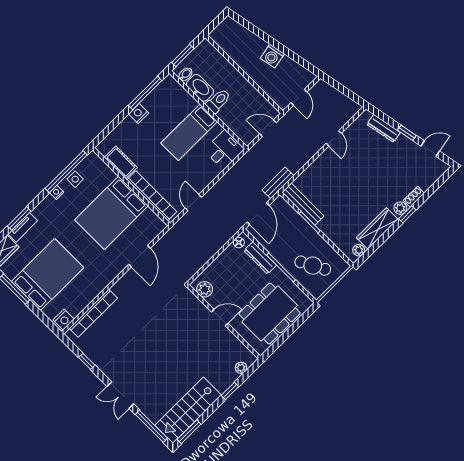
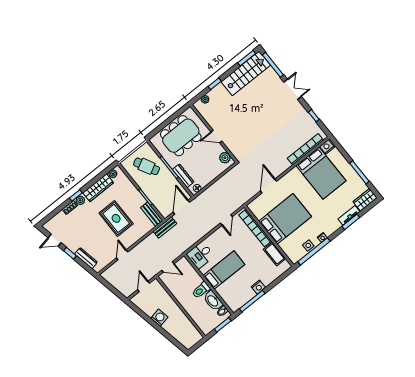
rug: (348, 188) -> (116, 218), added
bench: (303, 204) -> (152, 214), width x0.73
bed: (48, 275) -> (321, 173), moved, turned -90

